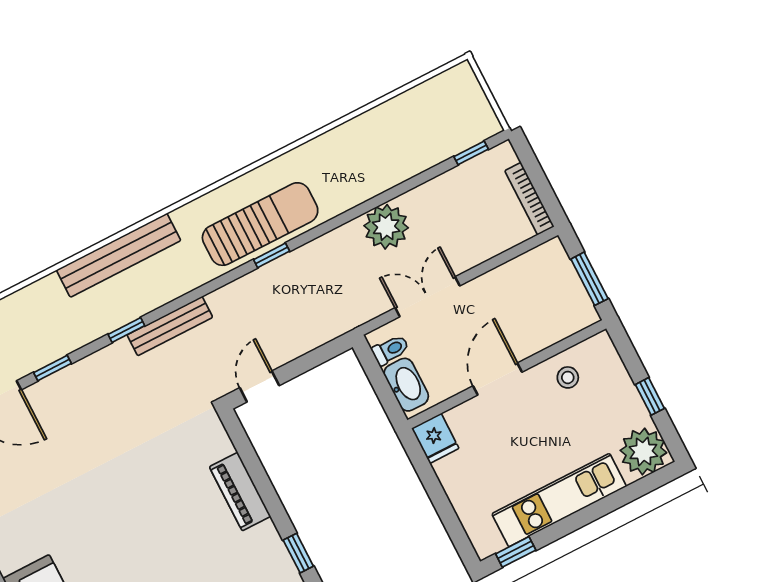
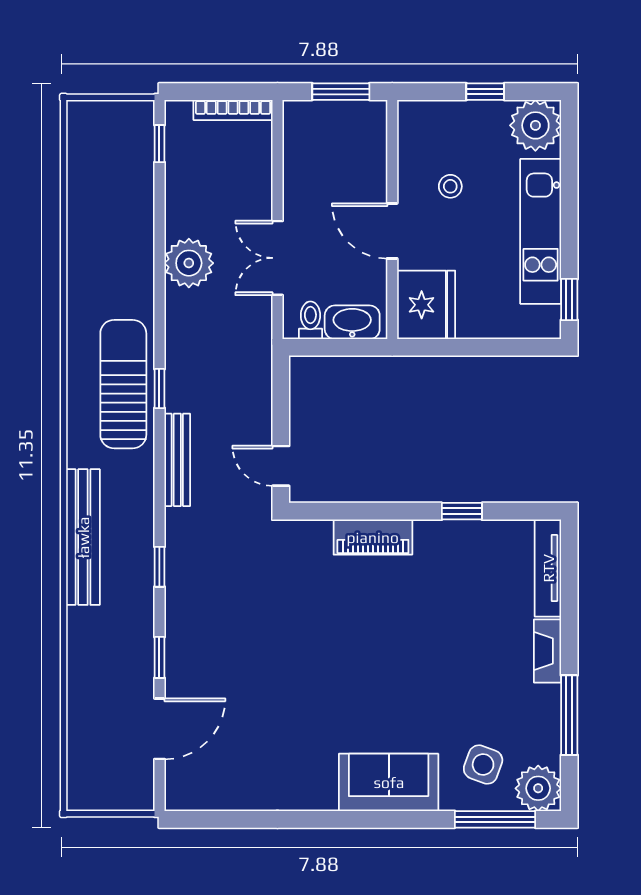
bench: (170, 326) -> (177, 460), moved
stool: (568, 377) -> (450, 186), moved
fridge: (435, 438) -> (426, 305), width x1.88, depth x1.34

